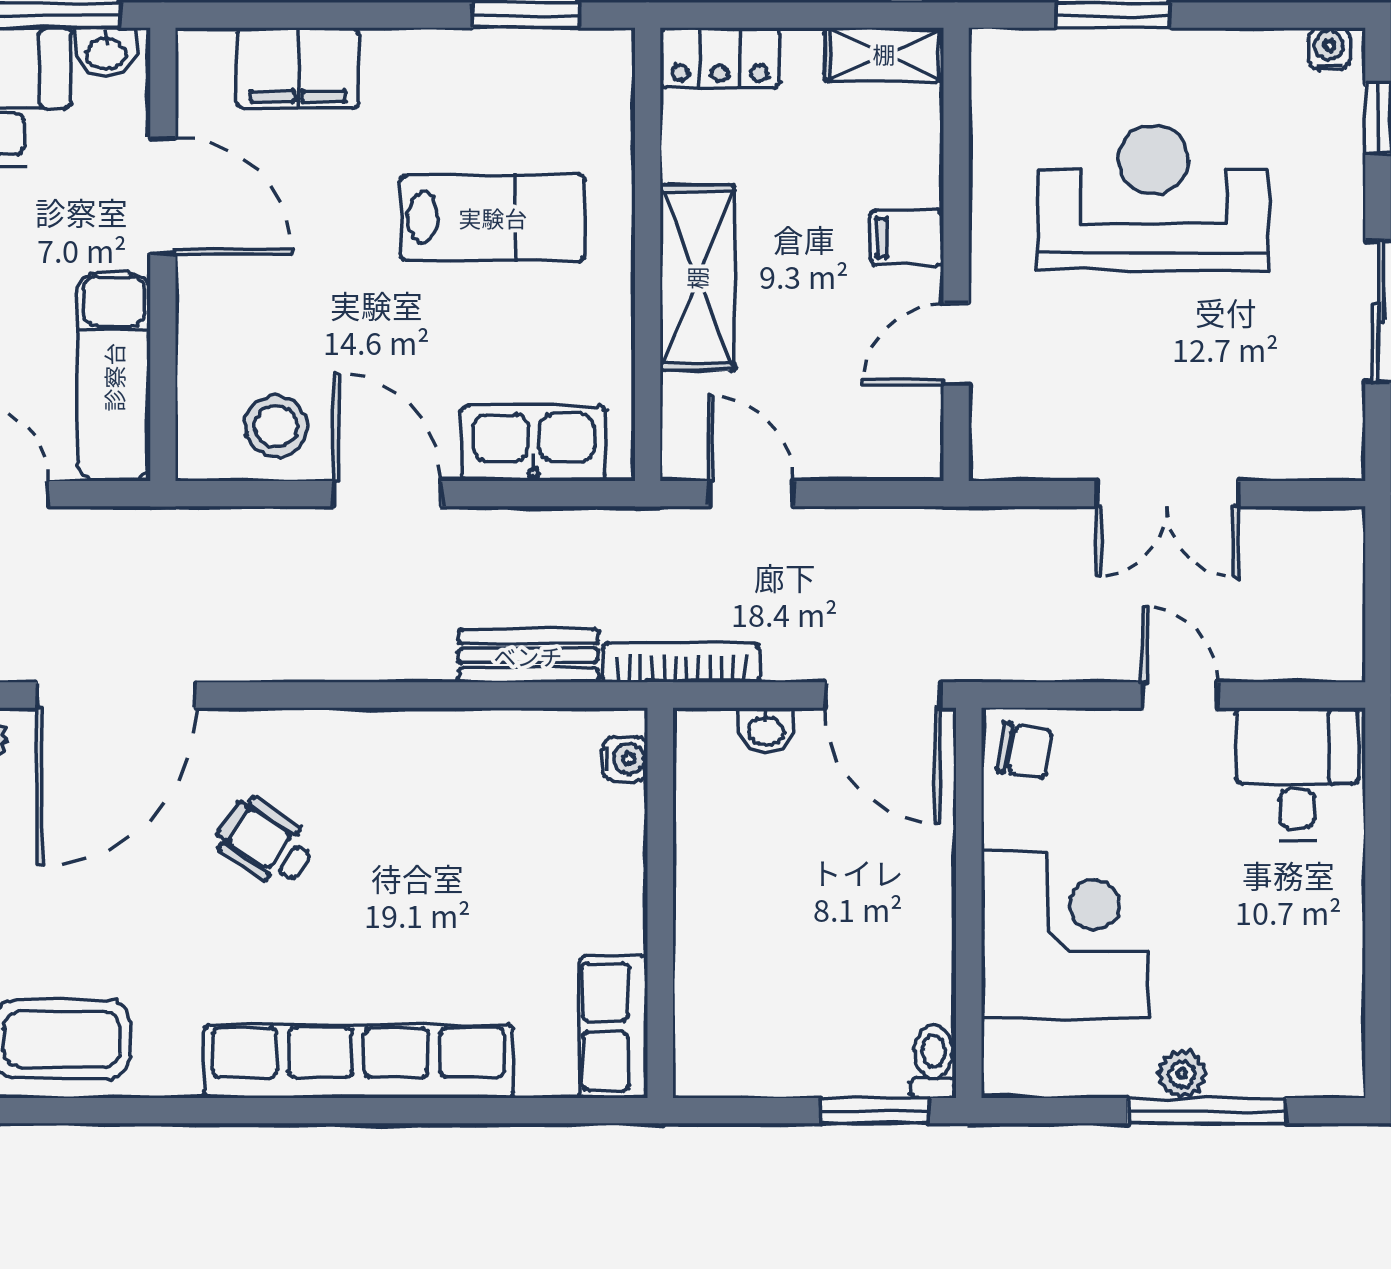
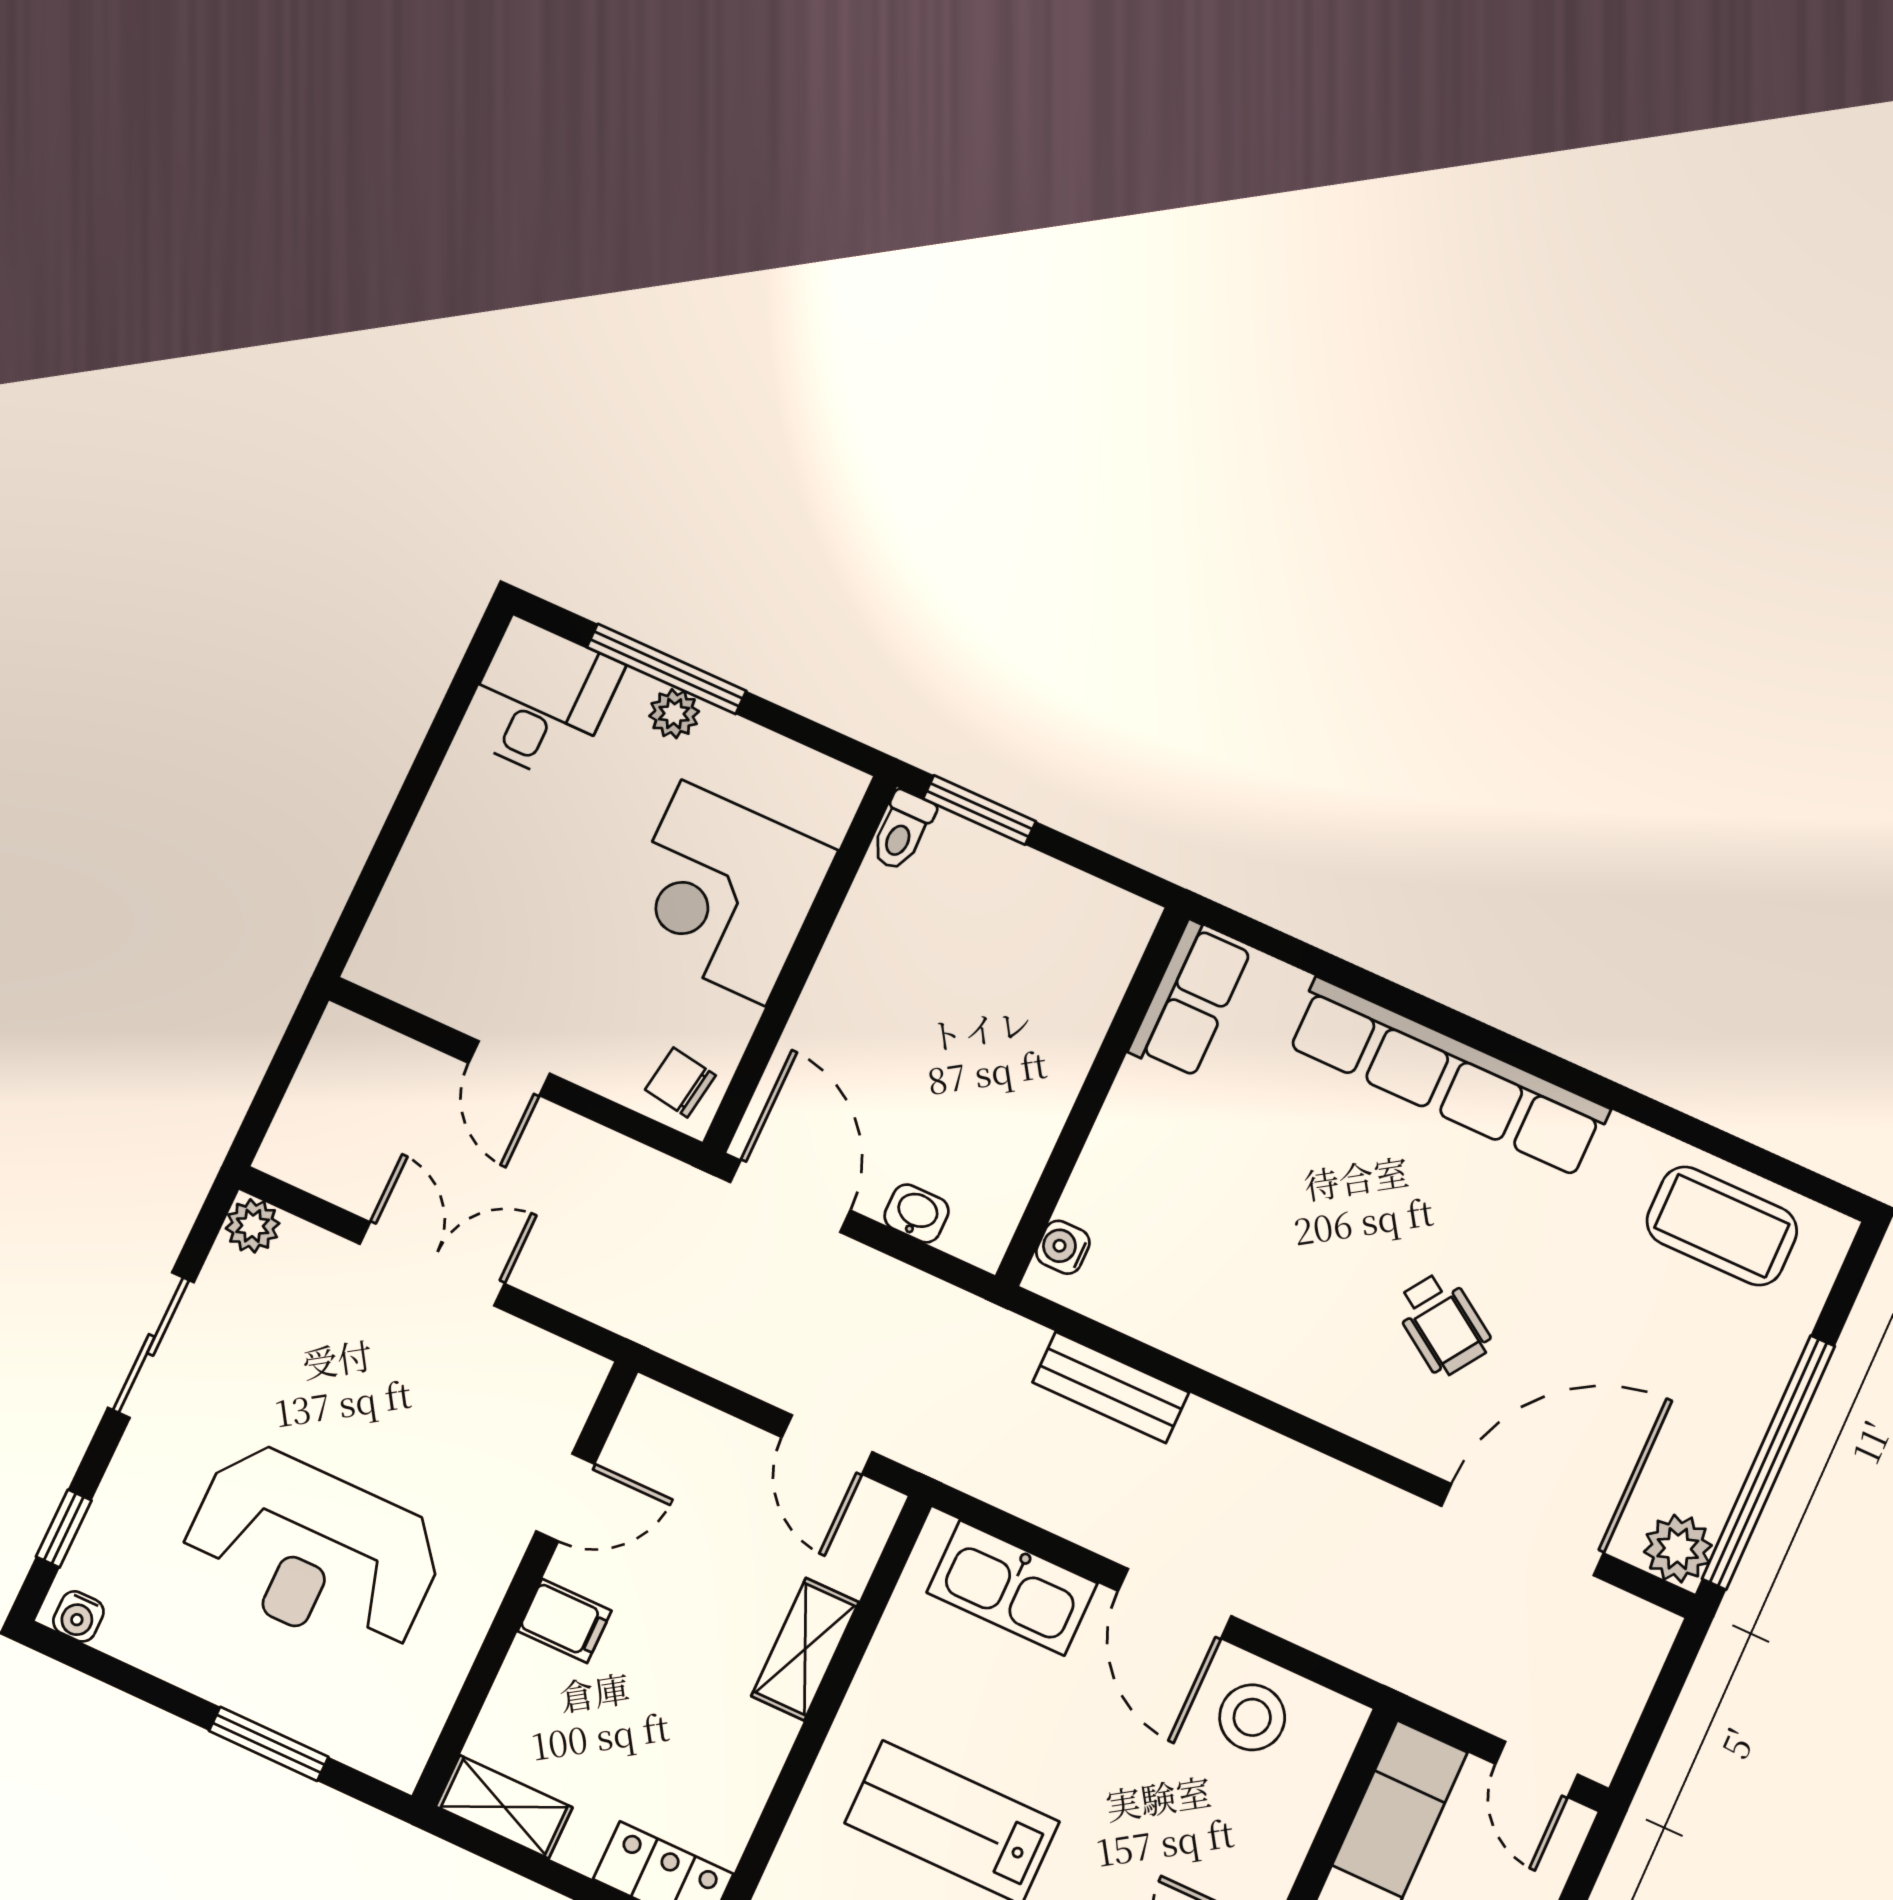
shelving: (697, 278) -> (805, 1649), width x0.67, depth x0.75
plant: (1339, 455) -> (253, 1226), added
bookcase: (681, 662) -> (968, 1314), removed
desk: (1297, 773) -> (541, 700), moved, turned 180

